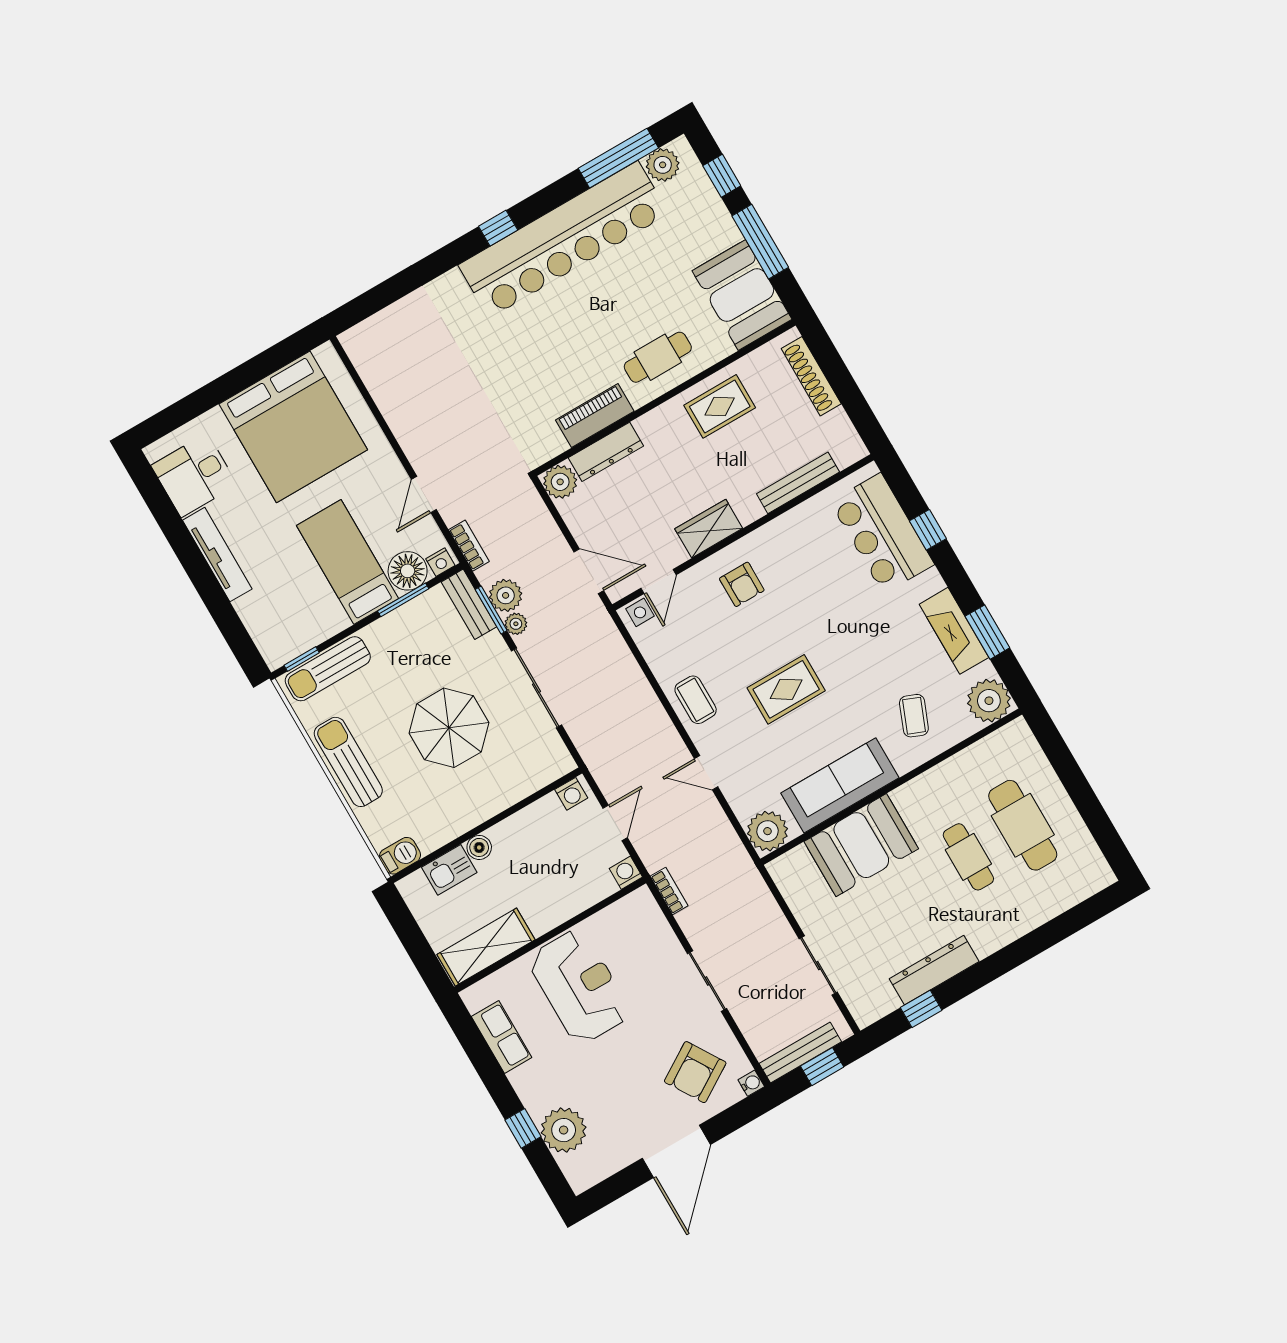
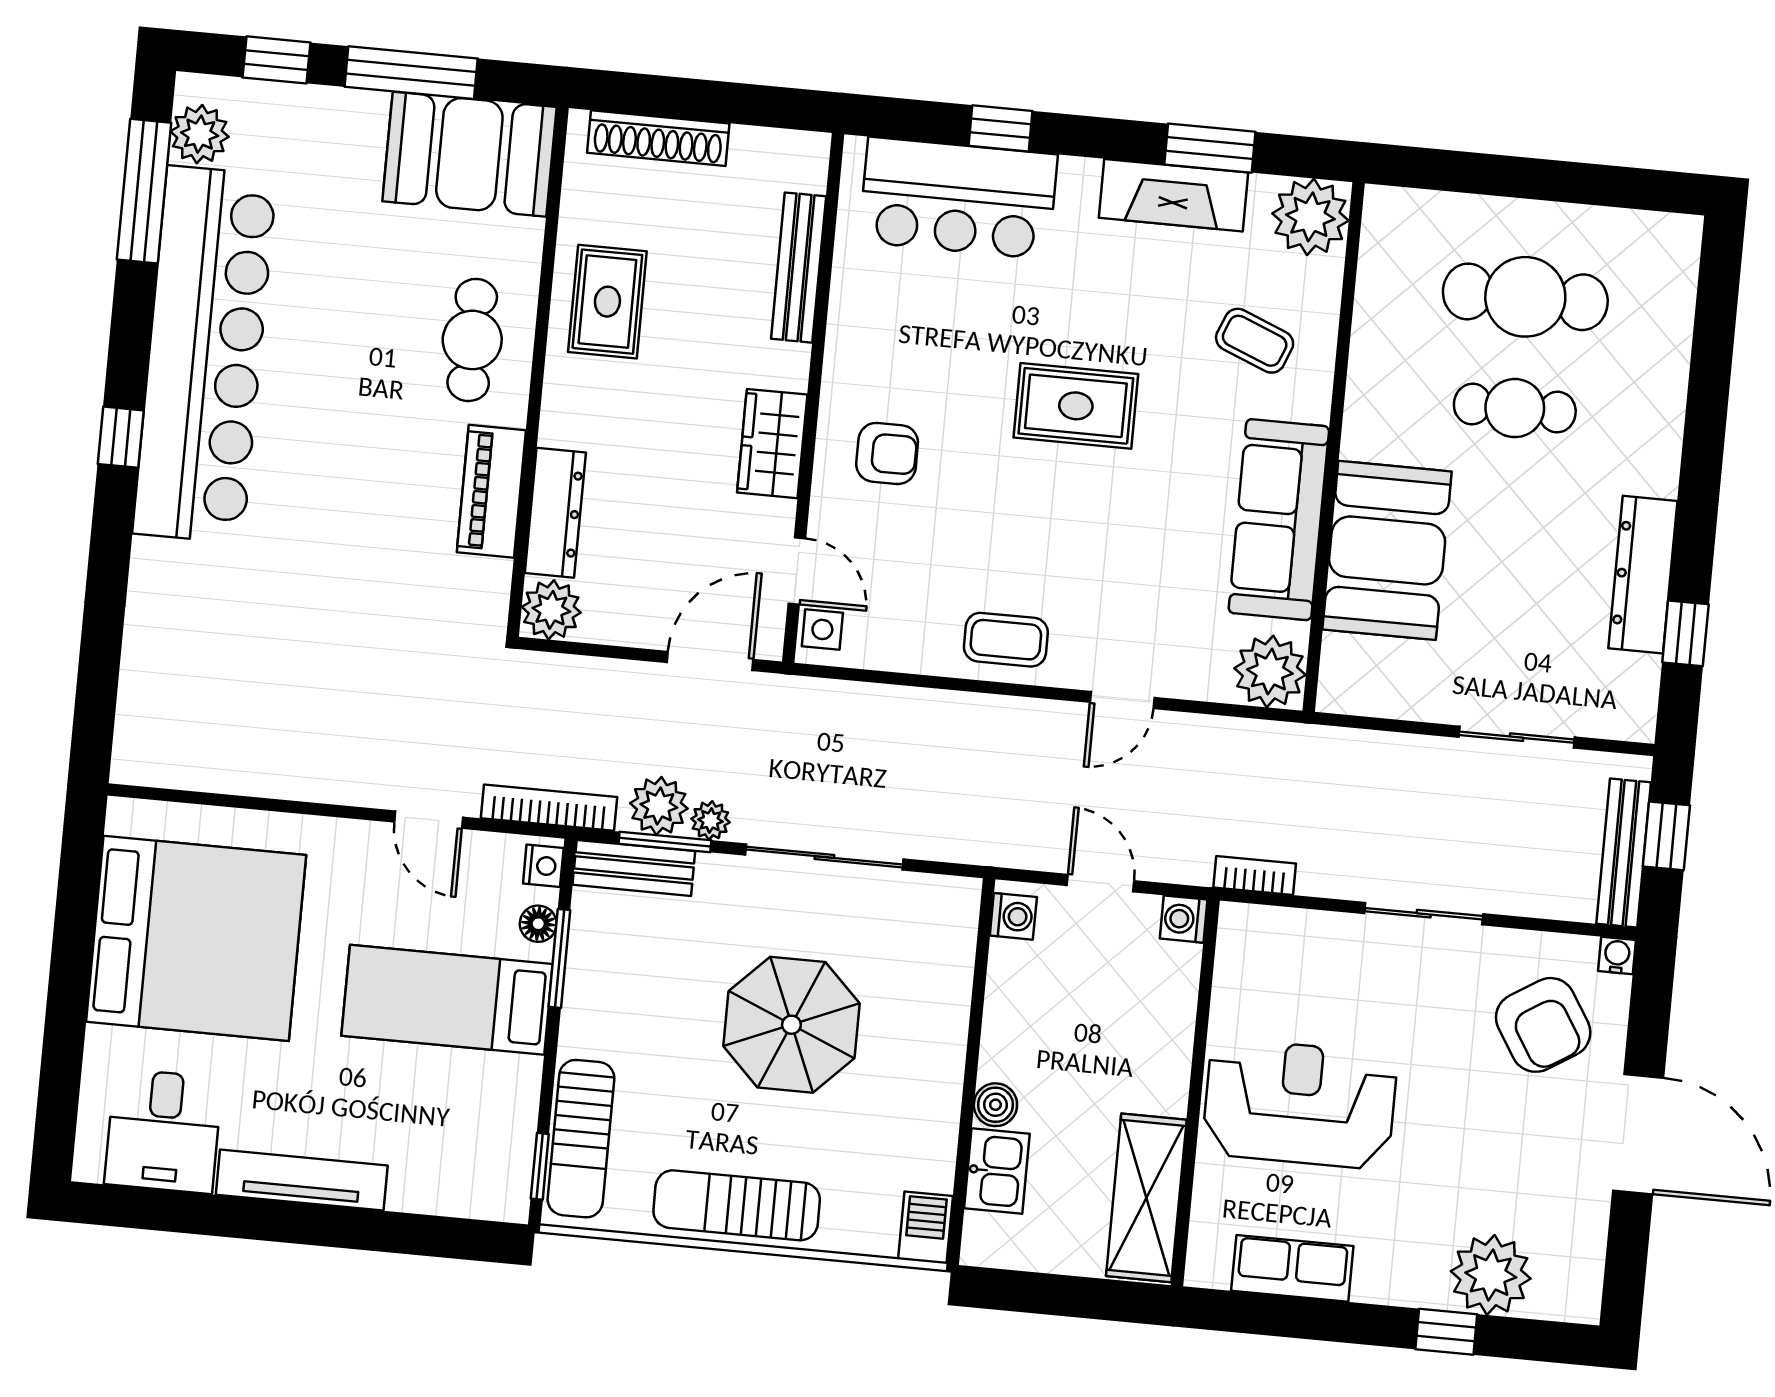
bookcase: (469, 546) -> (549, 808), width x1.56
floor lamp: (408, 571) -> (538, 924), width x0.53, depth x0.53
rug: (786, 689) -> (1076, 406), moved, turned 90

